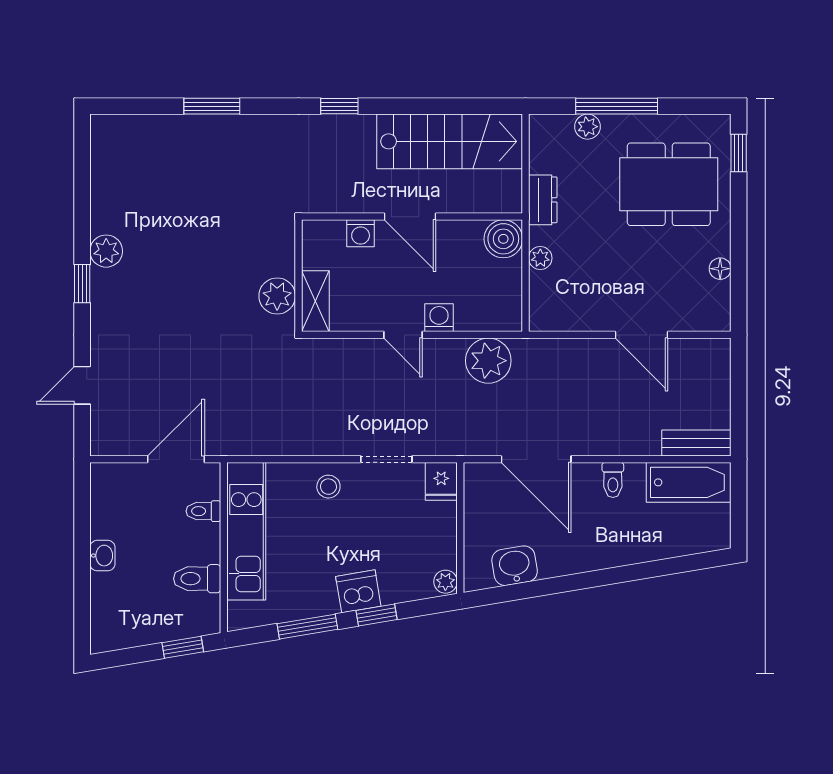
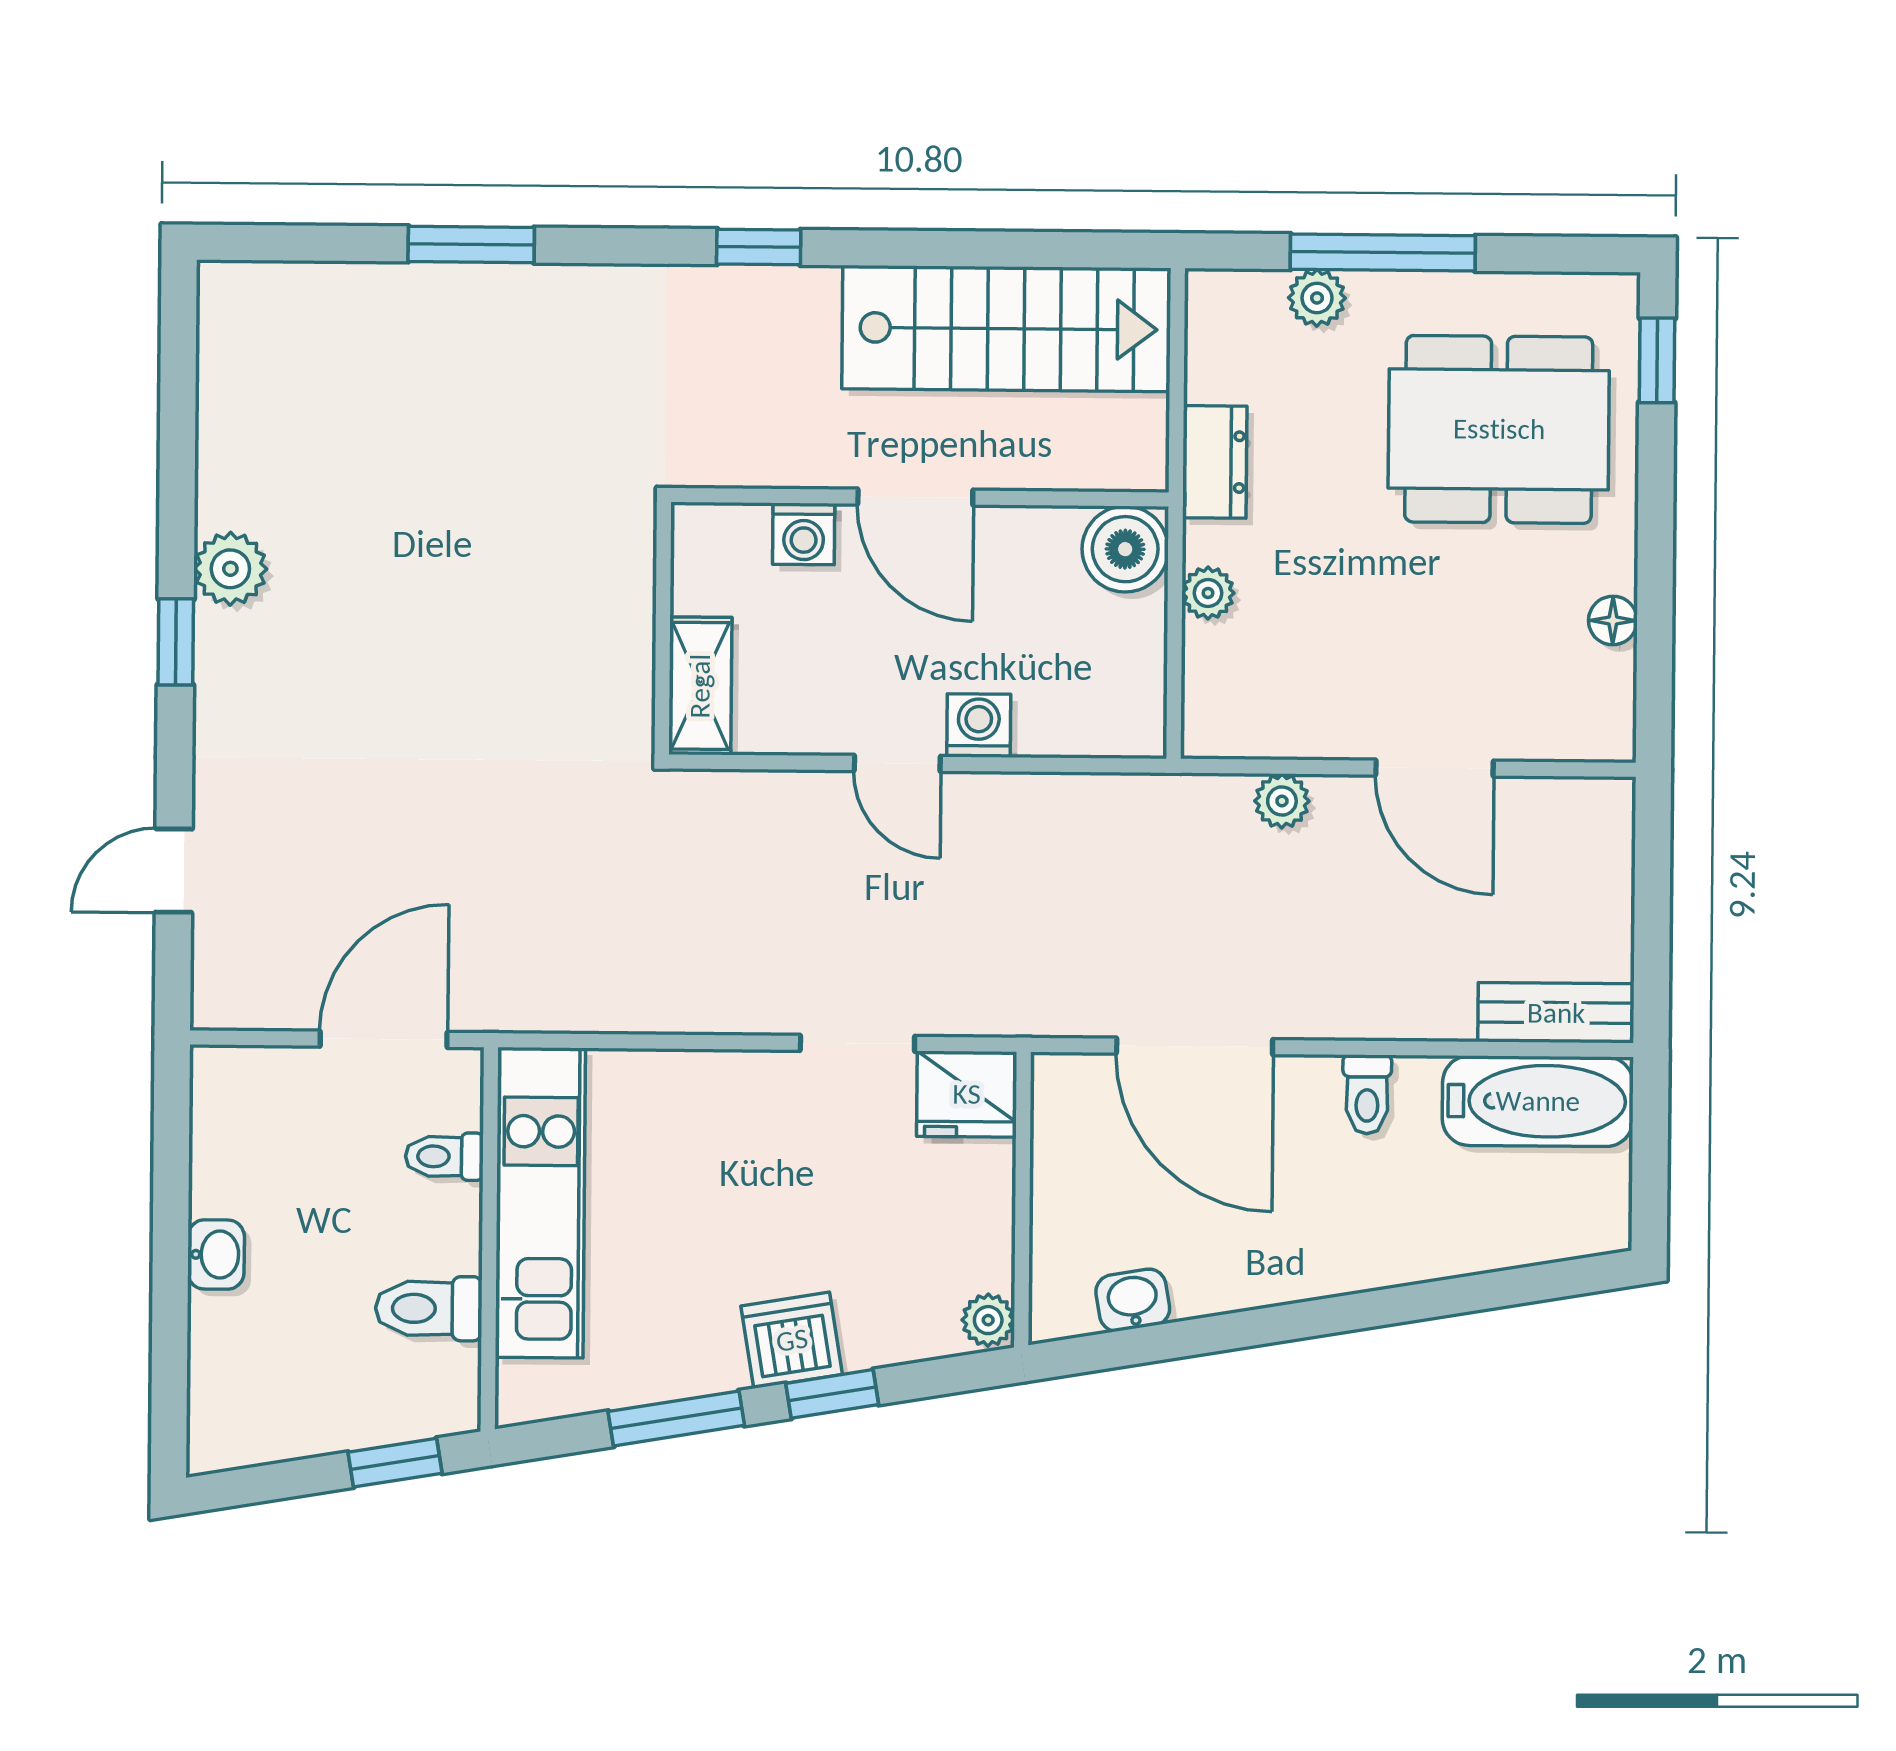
plant: (277, 296) -> (615, 673), removed
plant: (488, 361) -> (1282, 801), moved, width x0.53, depth x0.53
fridge: (441, 481) -> (967, 1094), width x1.38
stool: (328, 487) -> (726, 1104), removed
washbasin: (515, 566) -> (1133, 1300), width x0.72, depth x0.69

